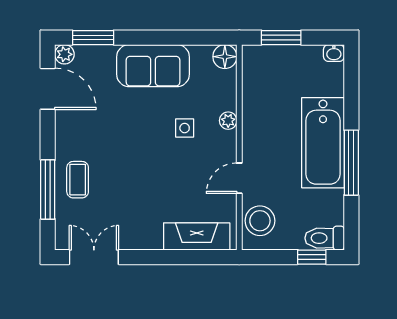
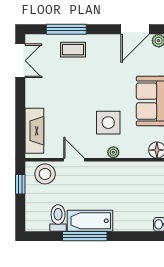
side table: (185, 128) -> (108, 123), width x1.87, depth x1.87
bathtub: (323, 143) -> (90, 221), width x0.73, depth x0.73
toilet: (325, 238) -> (58, 218), moved
window: (312, 257) -> (20, 184), moved

